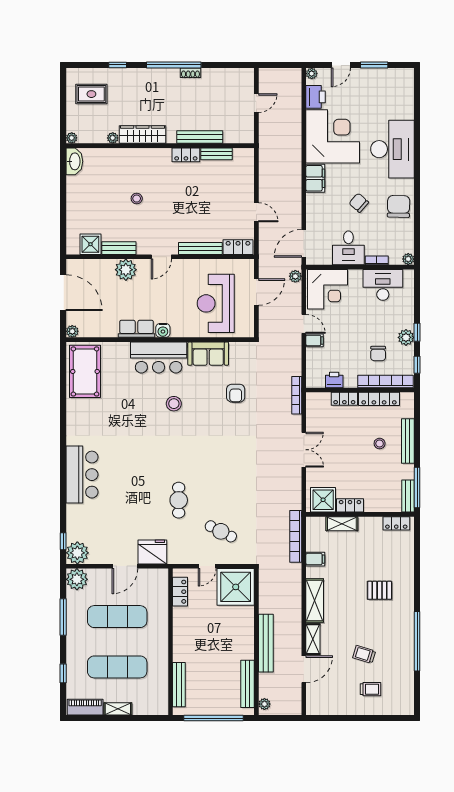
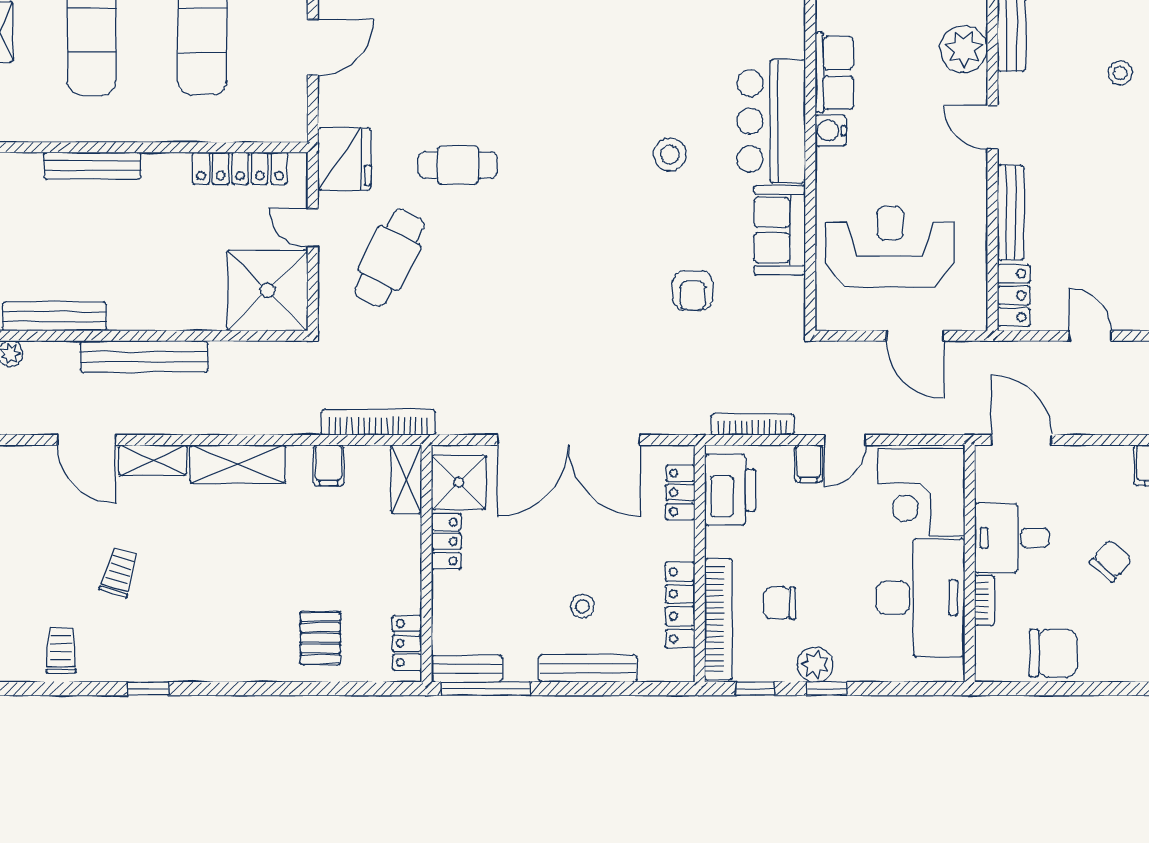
chair: (399, 206) -> (1053, 653), moved
door: (256, 212) -> (1090, 336), swing flipped
plant: (408, 259) -> (987, 669), removed
plant: (295, 276) -> (950, 421), removed
desk: (383, 285) -> (920, 598), width x1.36, depth x1.30
printer: (334, 380) -> (730, 490), width x1.87, depth x1.48
armchair: (236, 393) -> (693, 290), turned -90
bookcase: (297, 395) -> (753, 424), moved
locker: (344, 399) -> (680, 492), moved
double door: (304, 450) -> (569, 440), width x1.87
shelving: (342, 524) -> (406, 479), moved
cafe table: (221, 531) -> (389, 258), width x1.37, depth x1.35
fridge: (152, 552) -> (344, 159), moved
door: (125, 566) -> (313, 47), swing flipped
pallet: (380, 590) -> (320, 638), moved
locker: (180, 592) -> (240, 168), width x1.53
window: (417, 641) -> (148, 689), width x0.32
bench: (179, 685) -> (92, 166), moved
trolley: (371, 689) -> (61, 651), moved, turned 180

